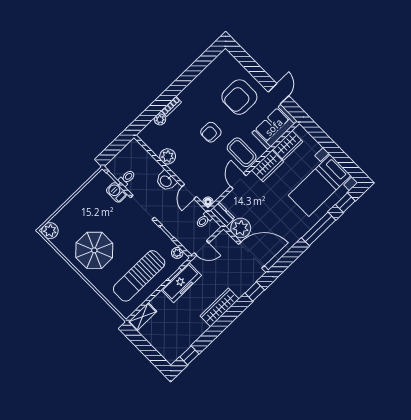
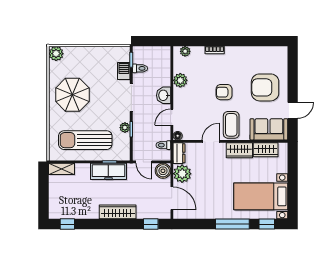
plant: (160, 119) -> (185, 51), moved
boiler: (223, 240) -> (163, 171), added
plant: (177, 253) -> (125, 128), moved
door: (251, 255) -> (172, 198), width x0.73

